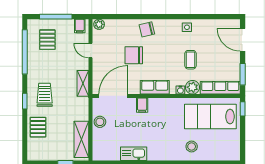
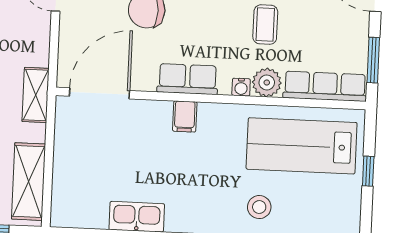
shelving: (83, 83) -> (36, 95), moved
filing cabinet: (142, 105) -> (185, 116), moved
window: (243, 109) -> (368, 171), moved
stool: (100, 122) -> (69, 146), removed

